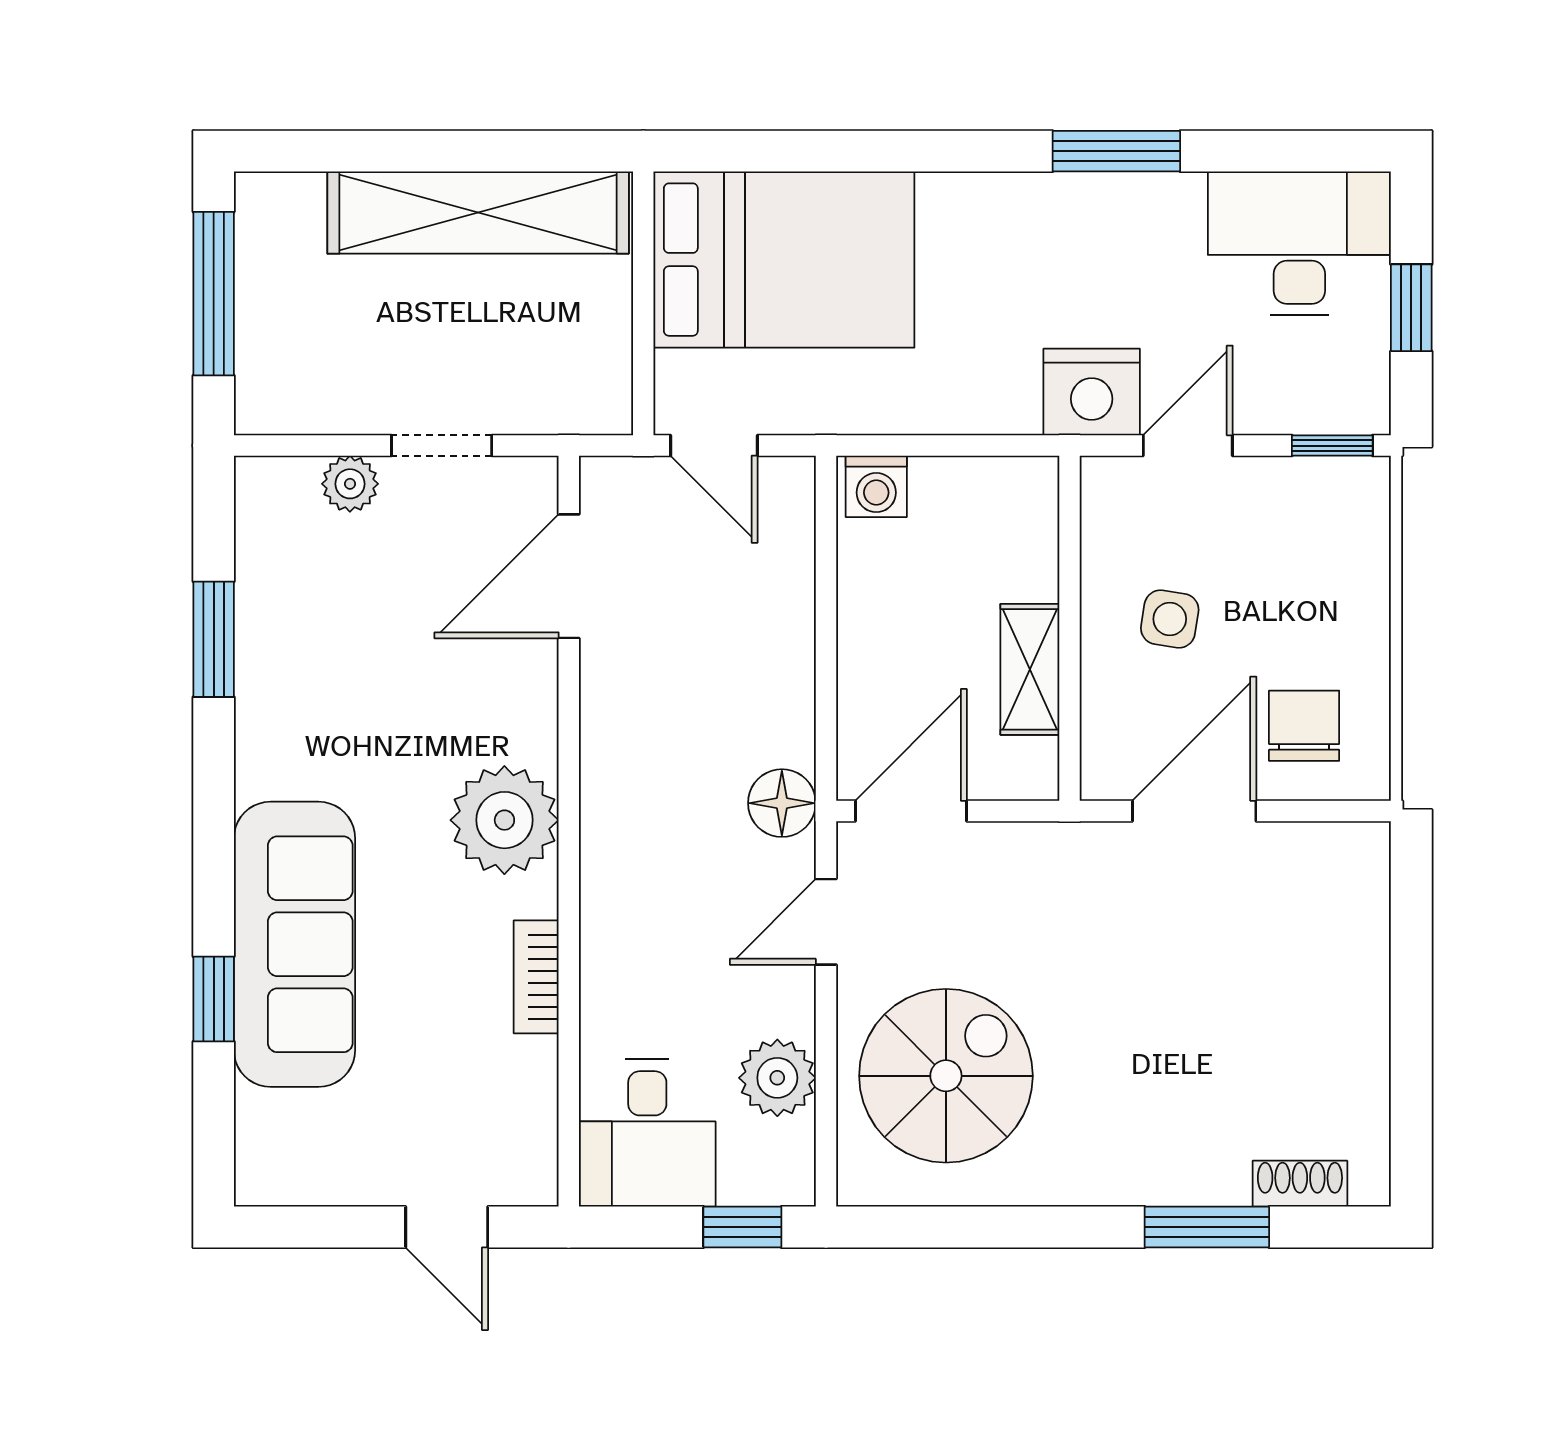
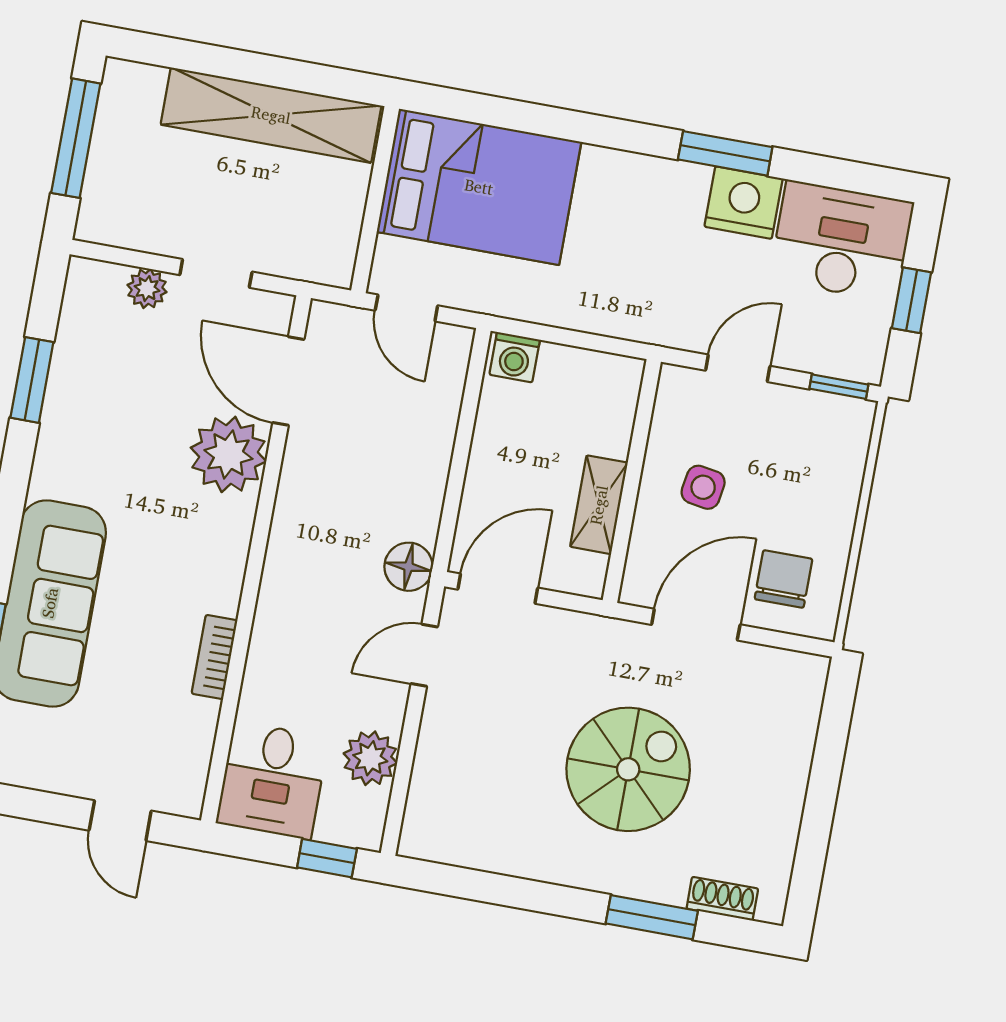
nightstand: (1092, 392) -> (744, 203), moved, turned 180
door: (569, 576) -> (288, 381), hinge flipped
plant: (504, 820) -> (228, 454), moved
spiral stairs: (946, 1076) -> (628, 769), moved

